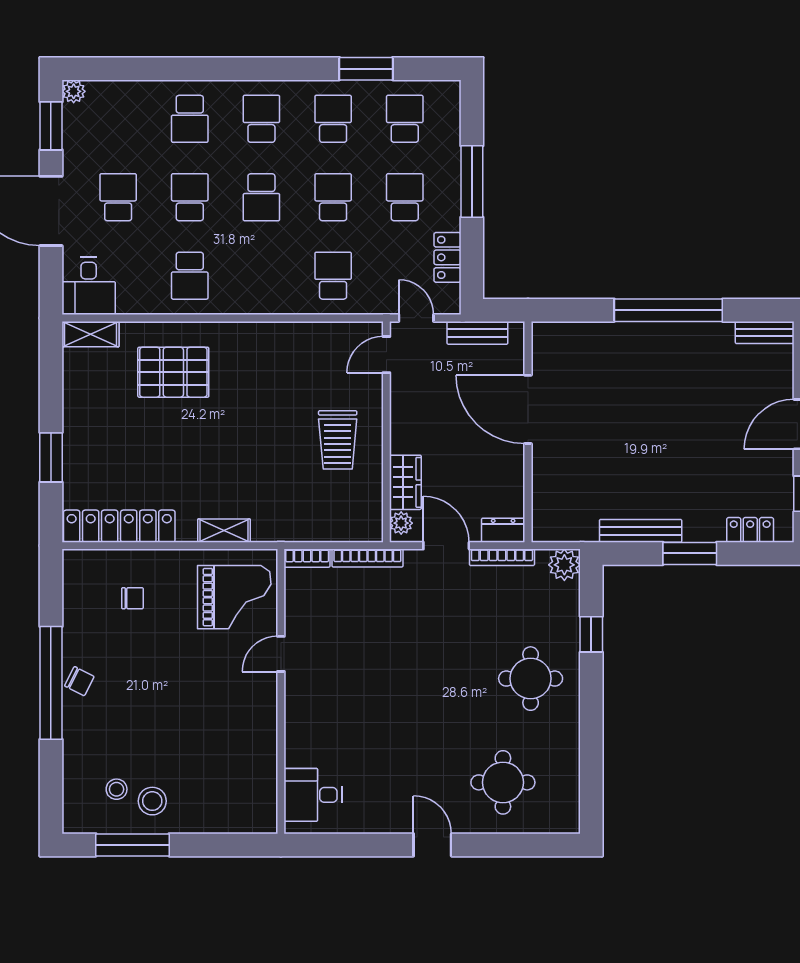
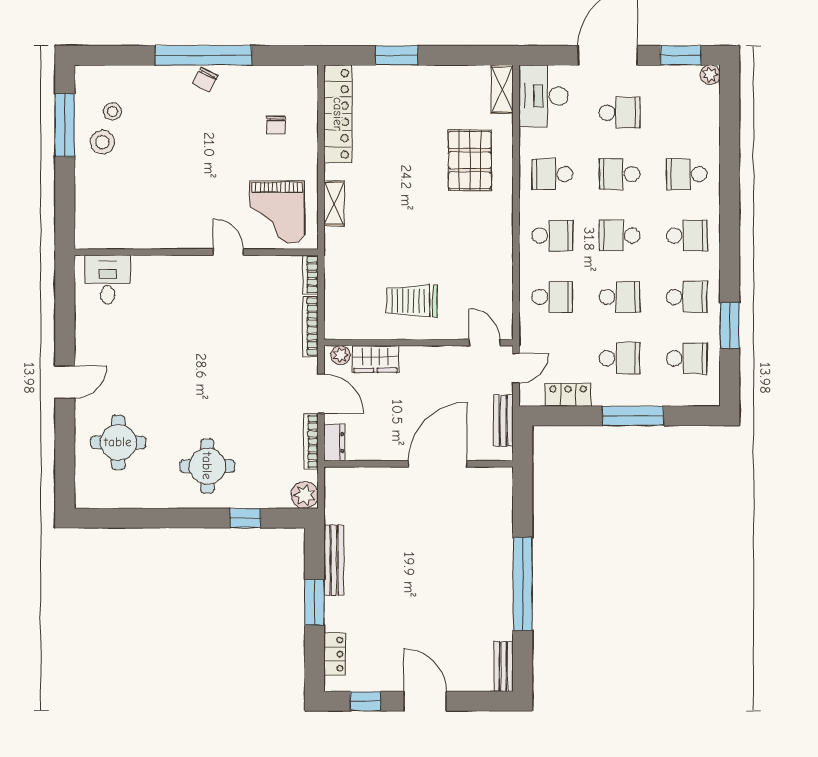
school desk: (190, 197) -> (620, 174), turned 180
school desk: (261, 276) -> (552, 236), added
desk: (89, 286) -> (543, 96), width x1.37
door: (446, 546) -> (321, 394), hinge flipped

